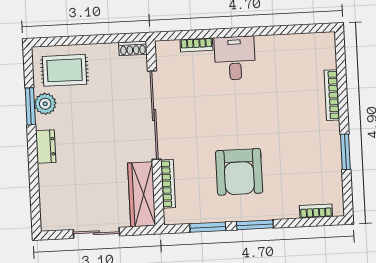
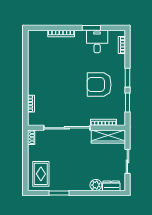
desk: (235, 58) -> (97, 41), moved, turned 90
plant: (45, 104) -> (96, 185), moved
dresser: (46, 147) -> (111, 186), moved
armchair: (239, 172) -> (99, 85), turned 180

